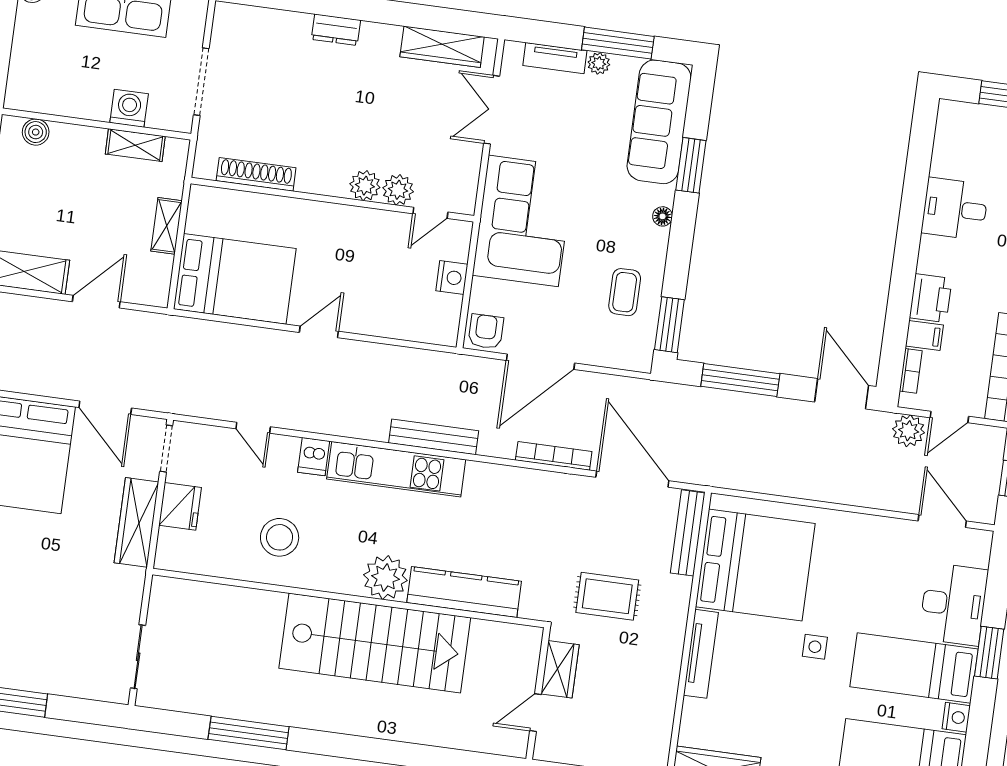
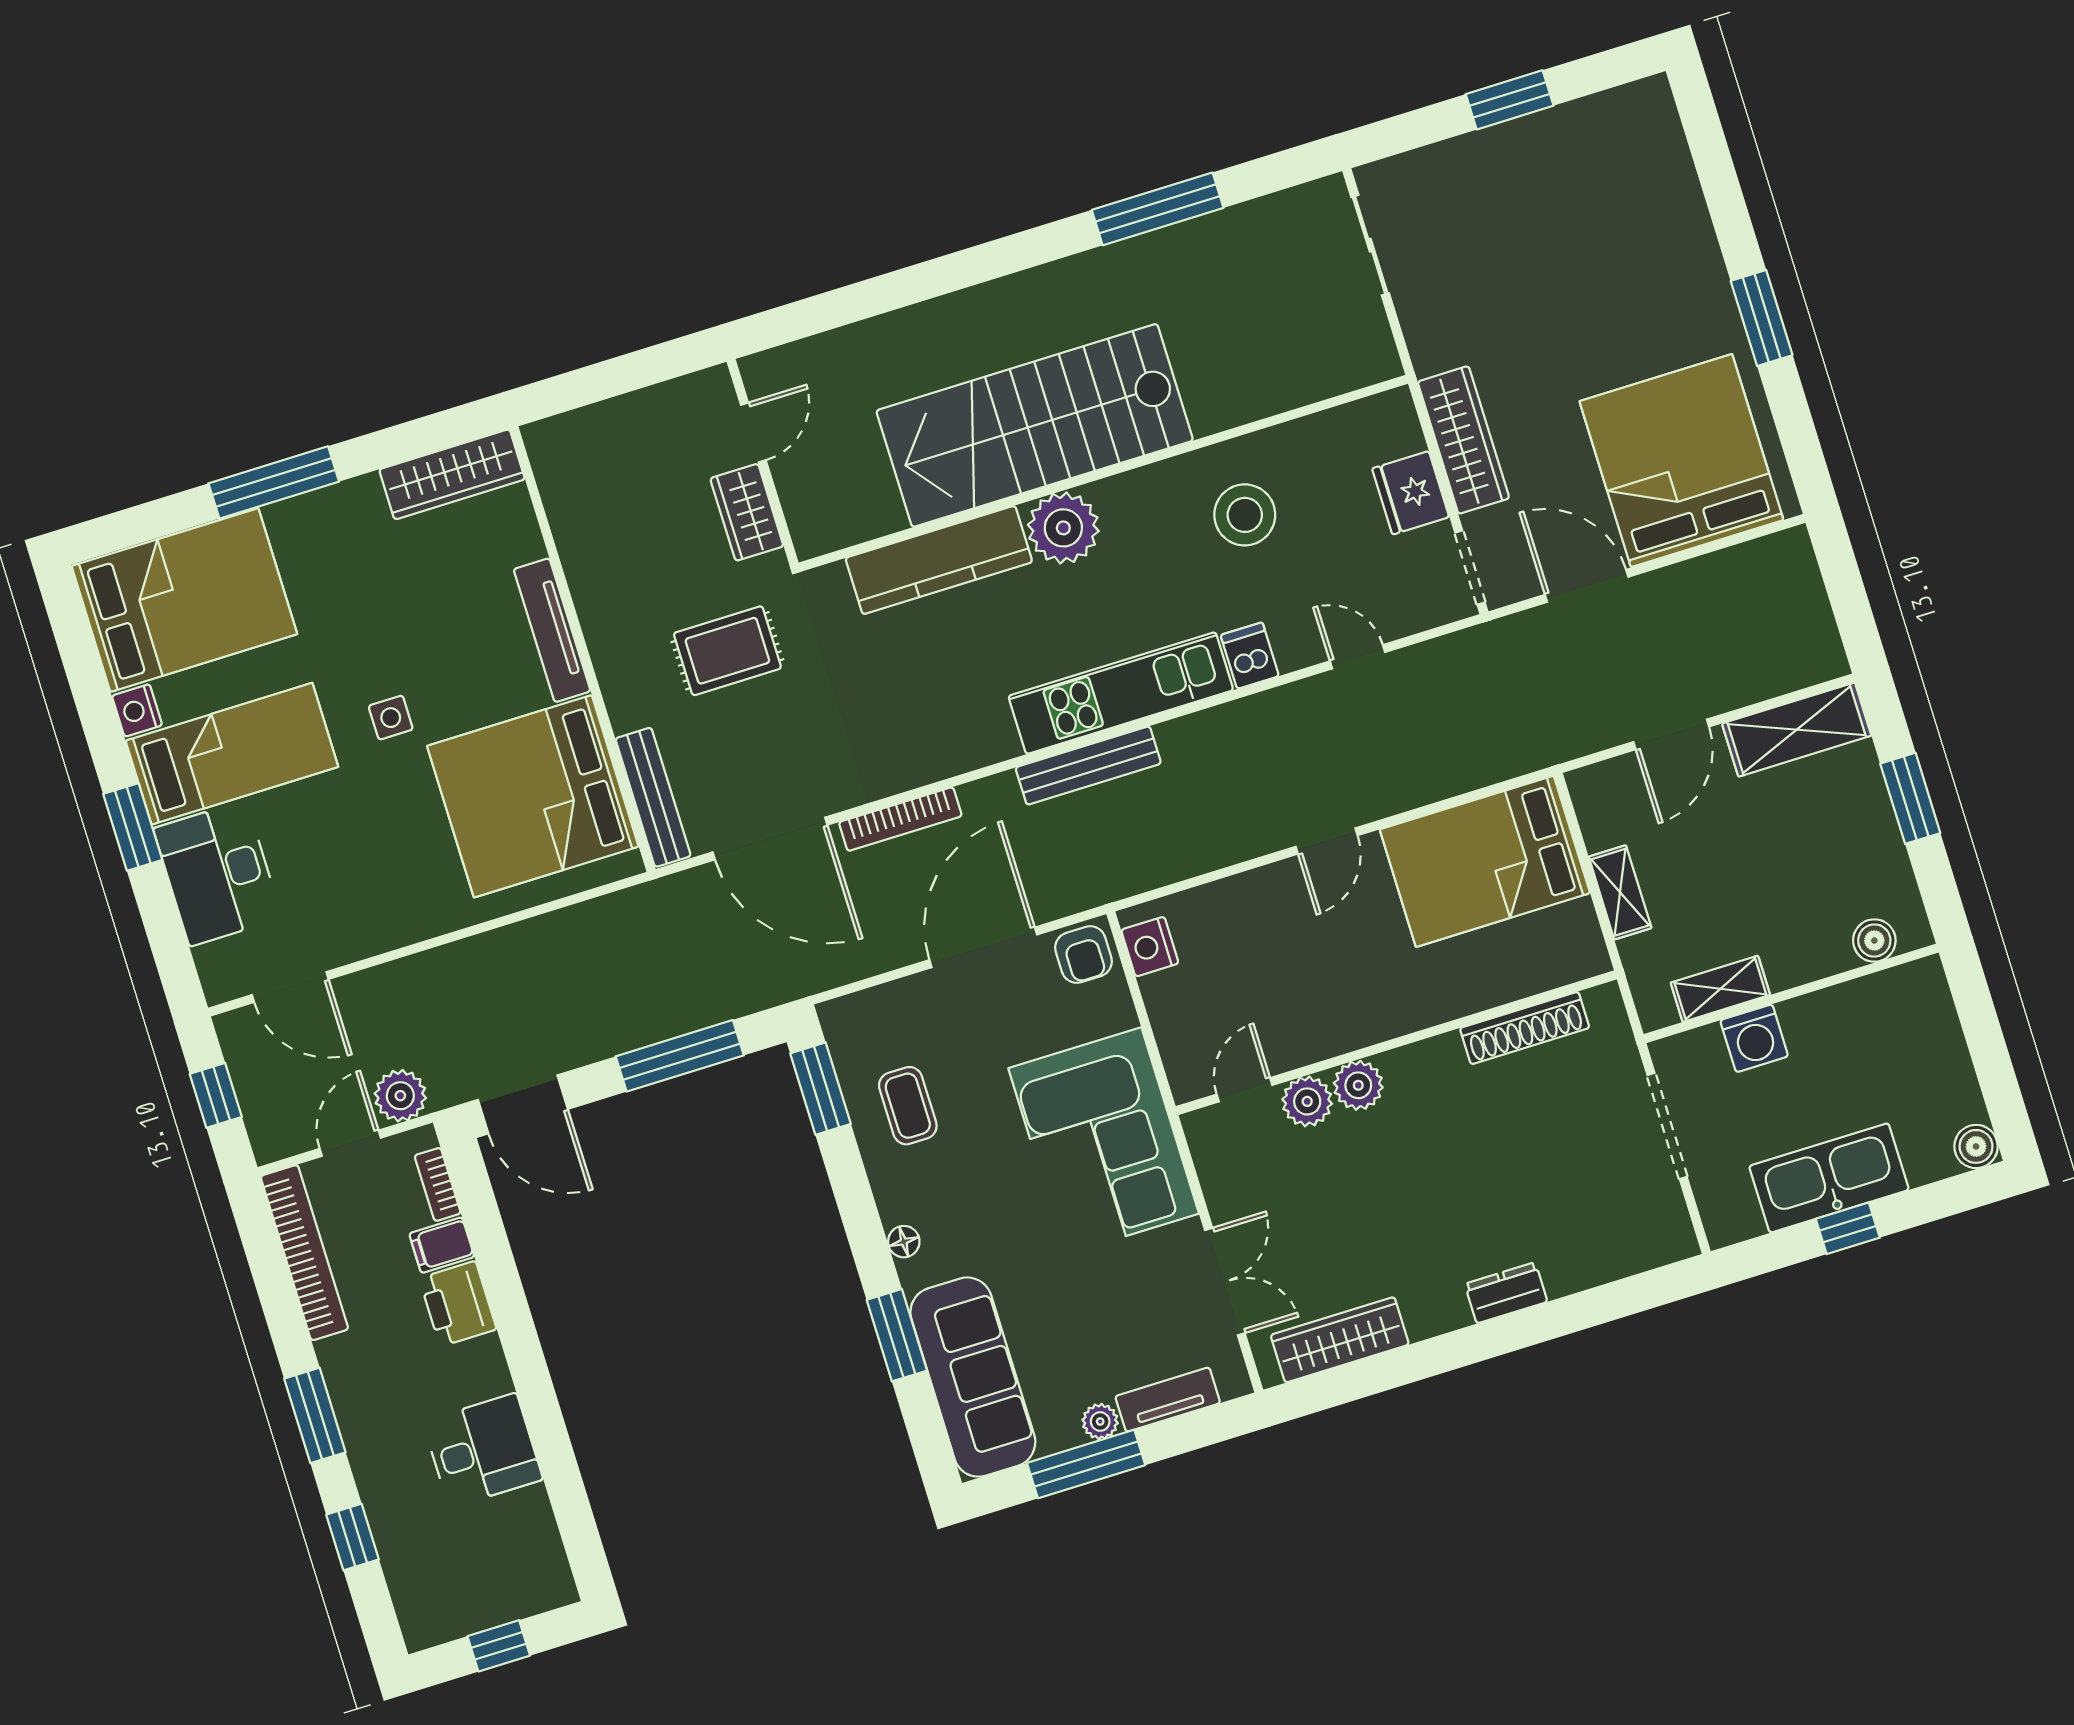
nightstand: (452, 278) -> (1150, 947), moved

